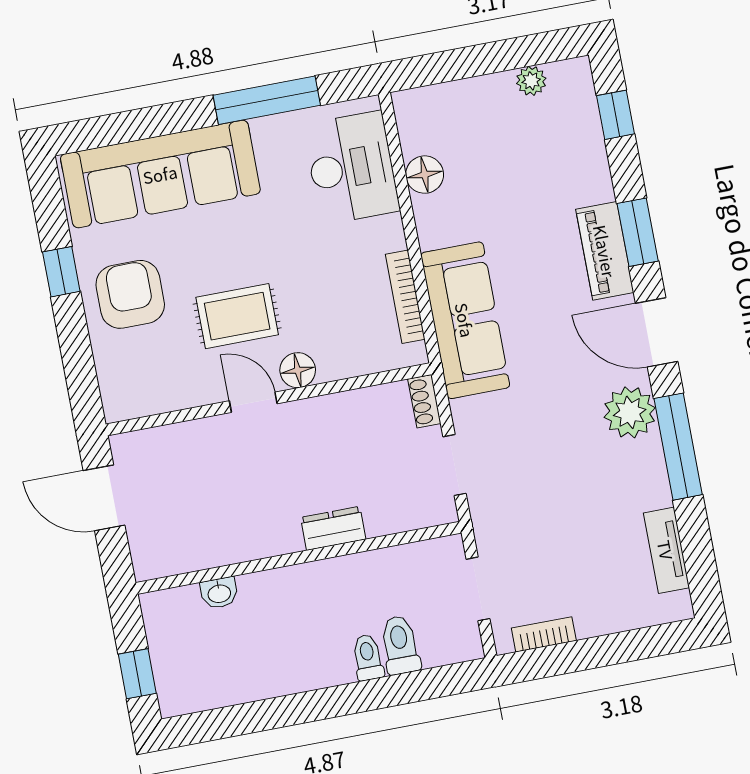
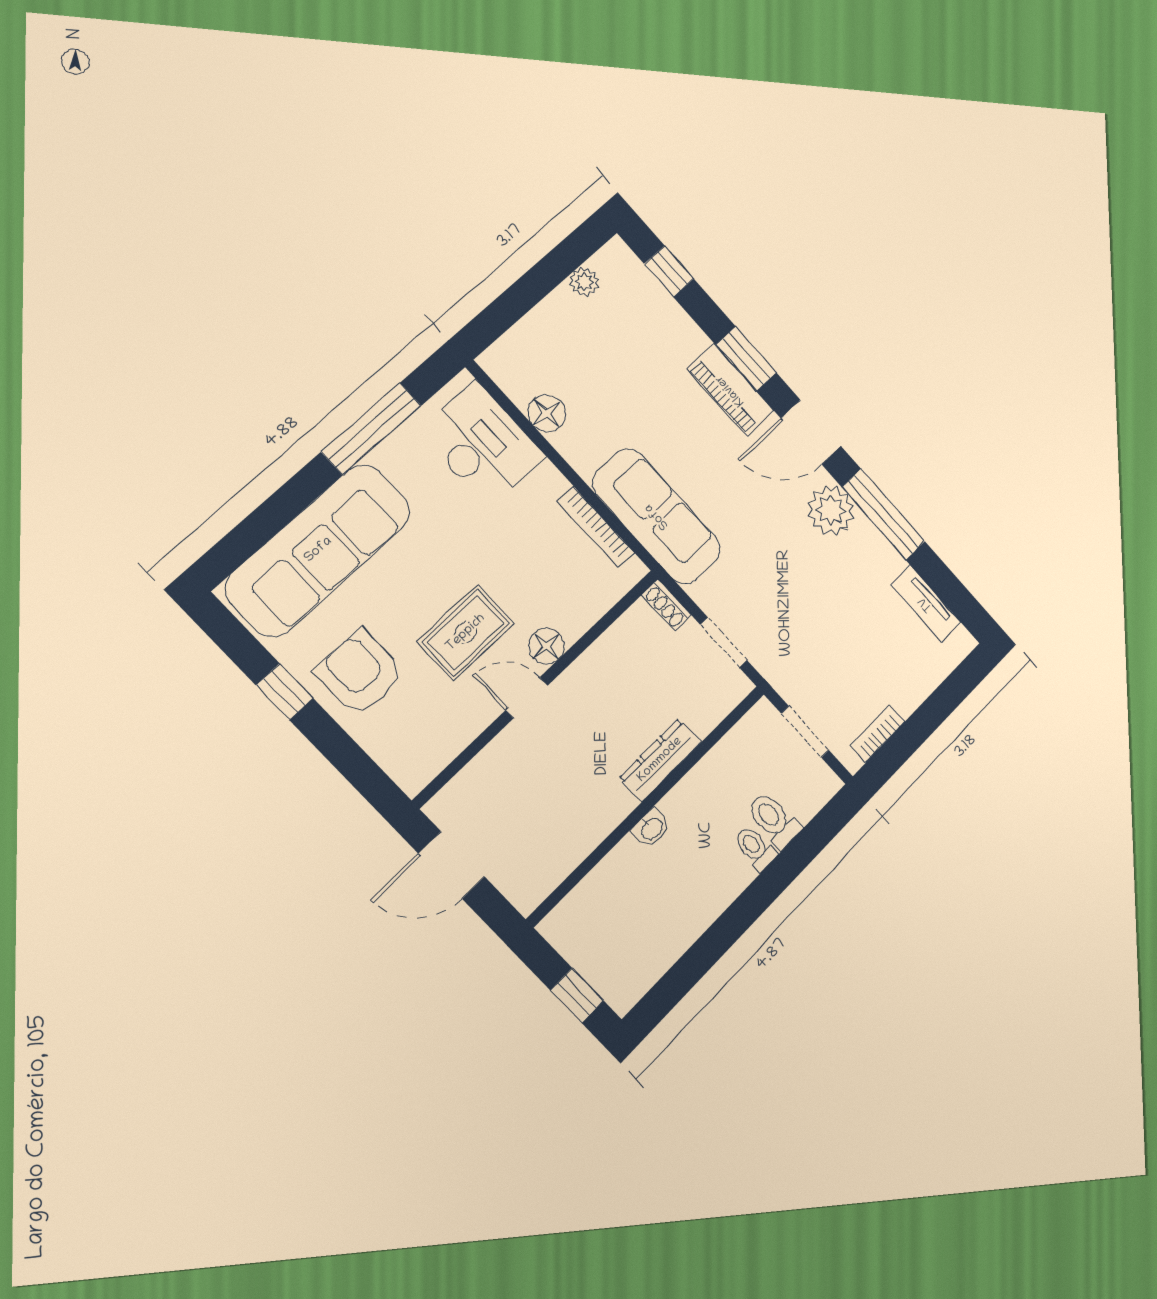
dresser: (333, 528) -> (660, 760), width x1.44
washbasin: (219, 593) -> (651, 828), moved

